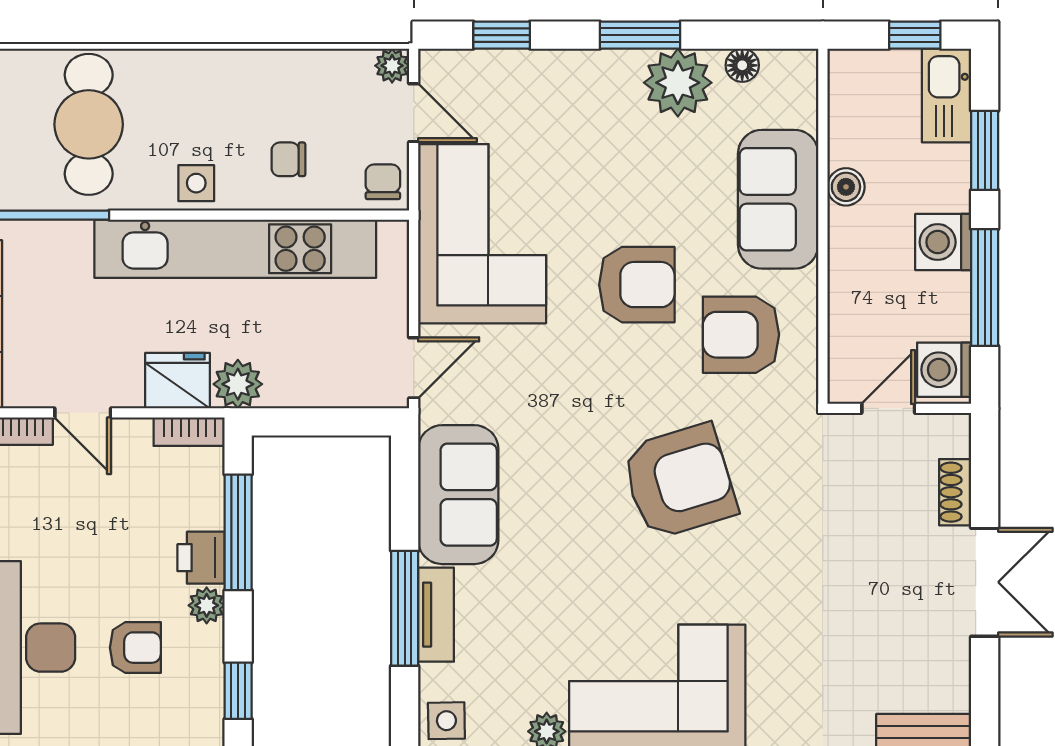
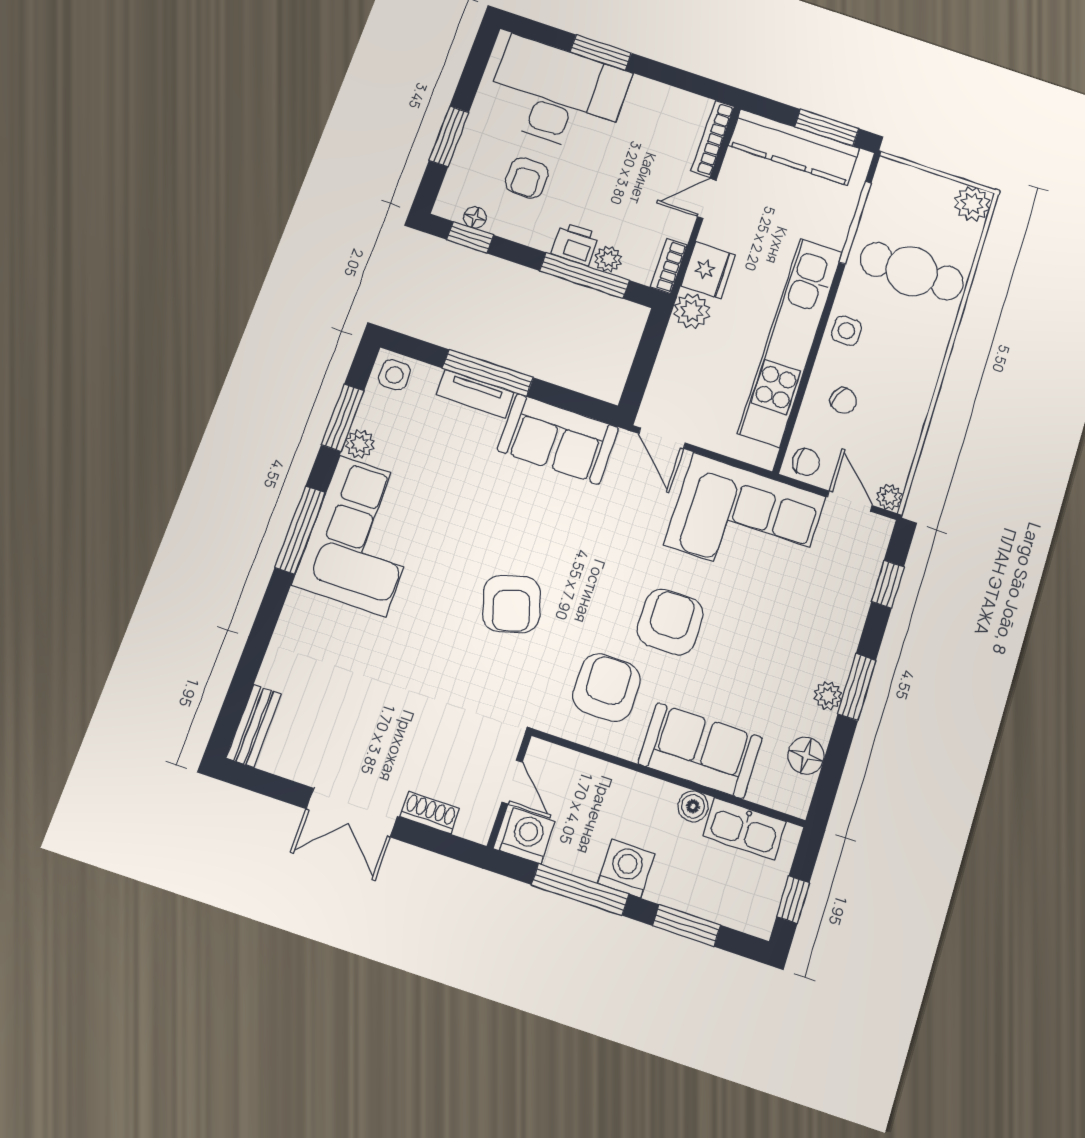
floor lamp: (742, 65) -> (806, 756), width x1.37, depth x1.37
plant: (678, 83) -> (828, 696), width x0.53, depth x0.53
kitchen sink: (947, 96) -> (744, 829), moved, turned 180
door: (414, 113) -> (850, 501), swing flipped
chair: (288, 159) -> (843, 401), turned 114
armchair: (637, 285) -> (670, 622), turned 180
armchair: (679, 481) -> (511, 604), width x0.73, depth x0.73
plant: (207, 605) -> (608, 259), moved
floor lamp: (210, 694) -> (475, 217), added

